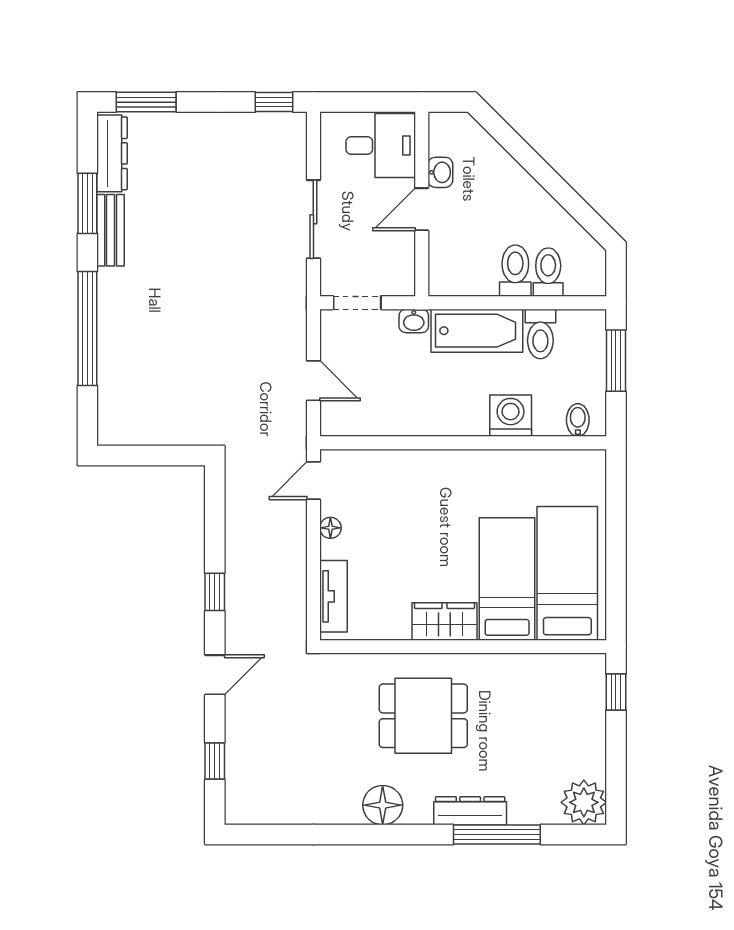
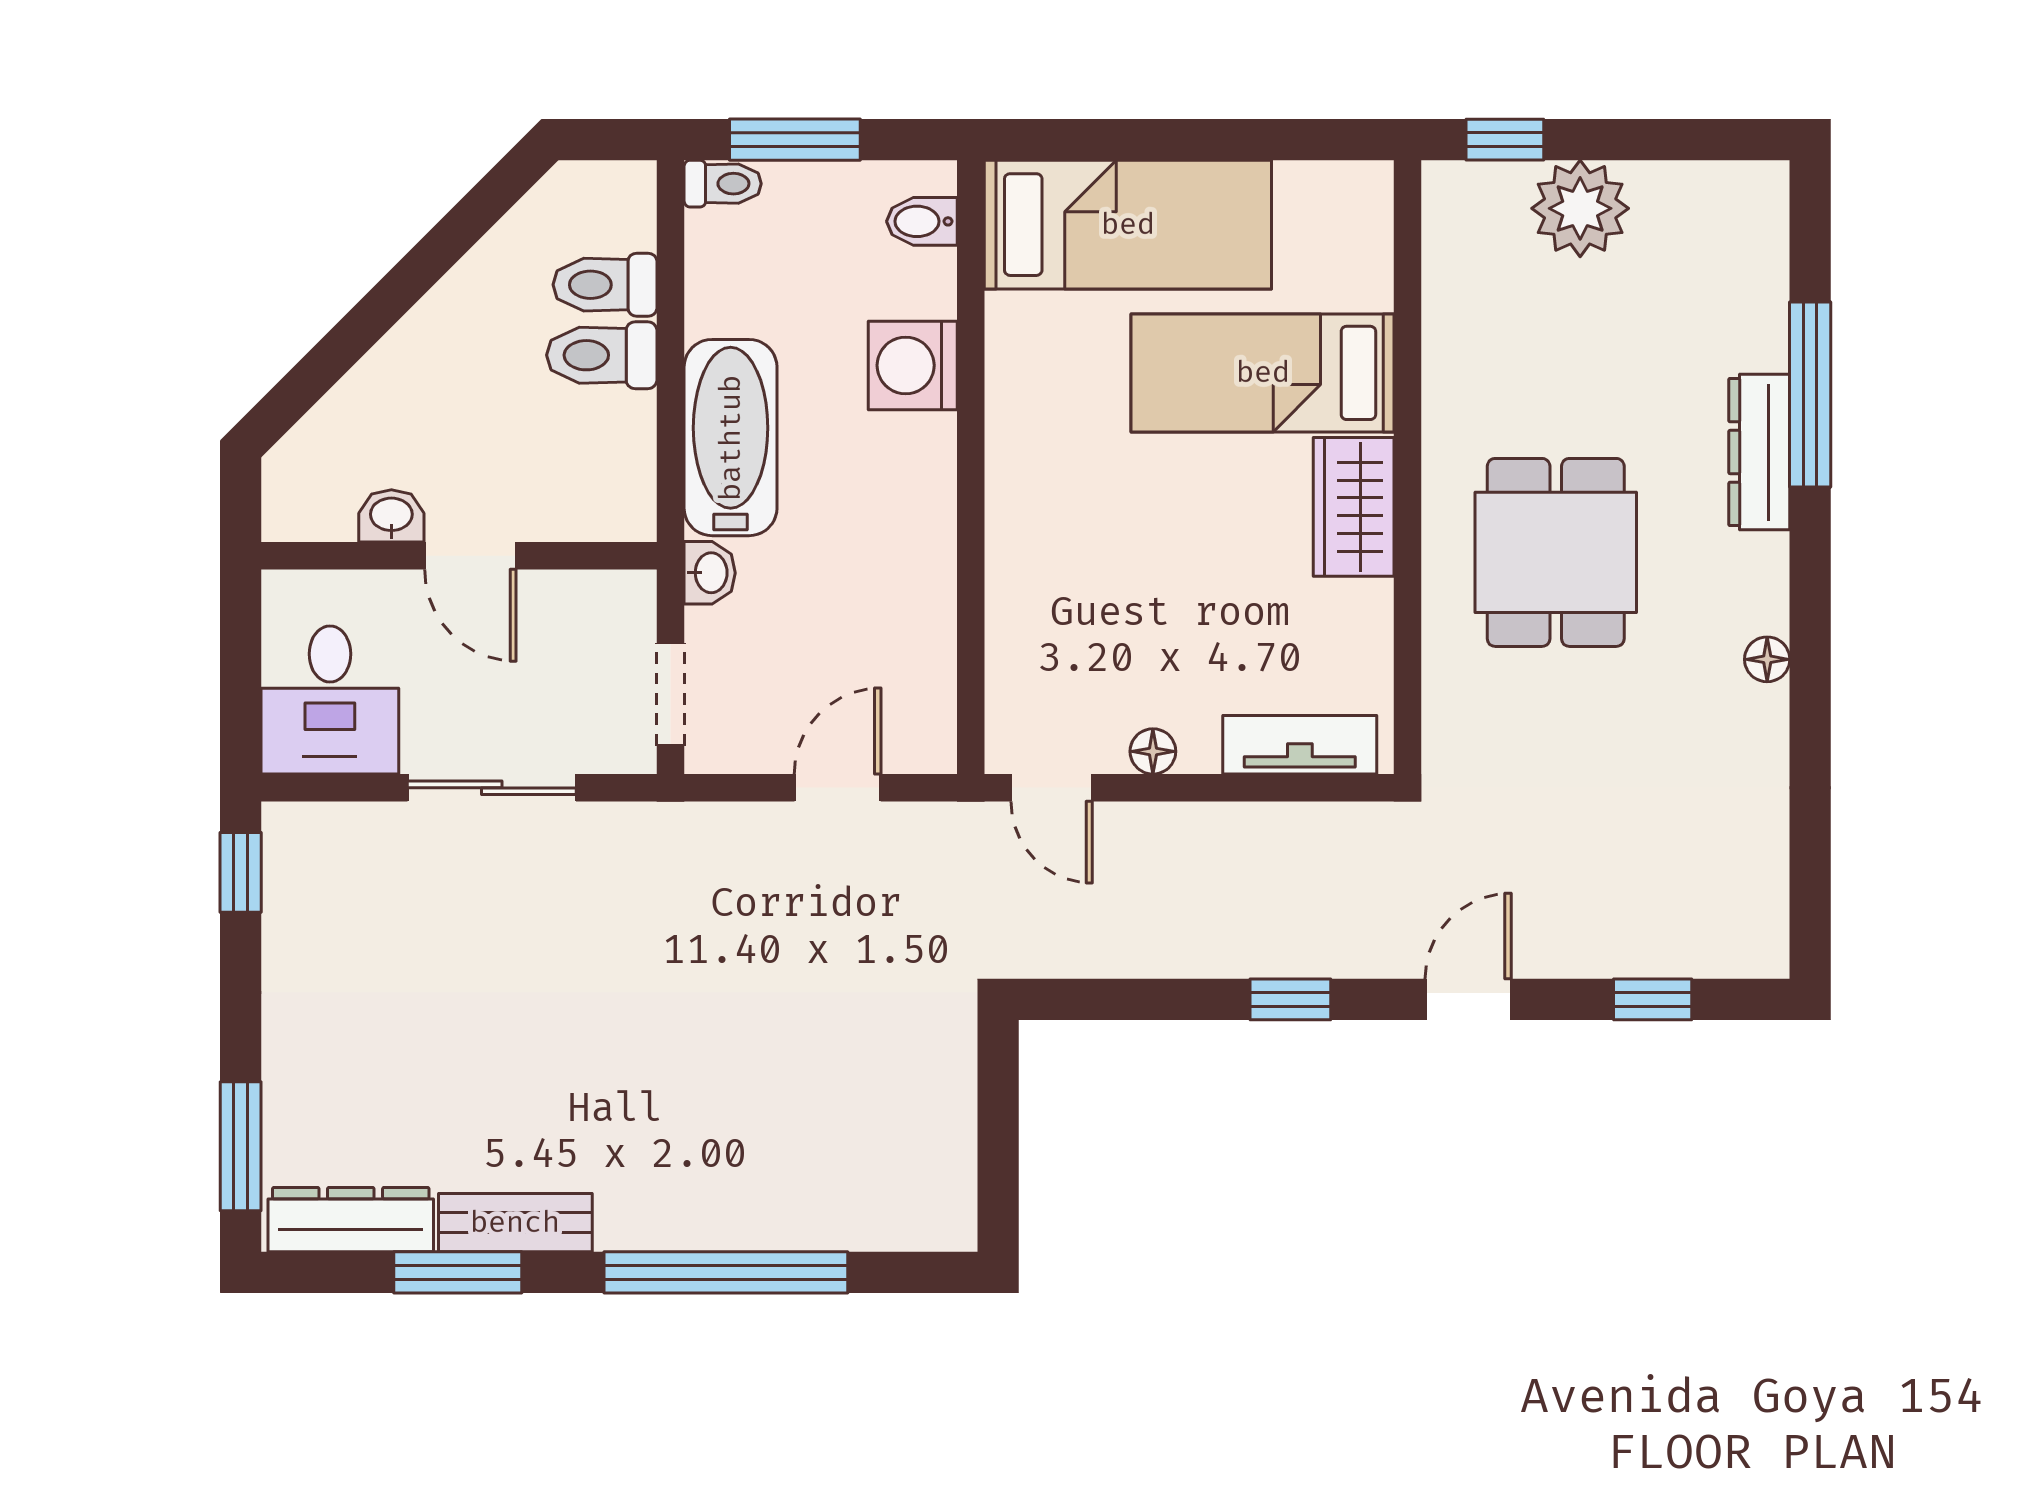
desk: (381, 145) -> (330, 700), moved, turned 180
toilet: (540, 334) -> (723, 184), moved, width x0.73, depth x0.72
bed: (567, 573) -> (1128, 225), moved, turned 180
door: (215, 675) -> (1468, 999), hinge flipped
plant: (584, 802) -> (1580, 208), moved
floor lamp: (383, 805) -> (1767, 659), width x0.53, depth x0.53

